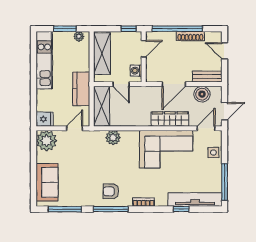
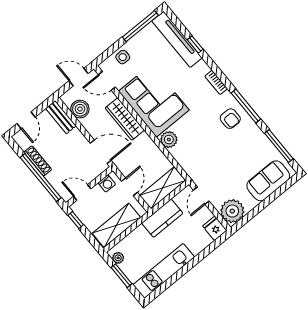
door: (174, 84) -> (101, 152), moved
door: (75, 128) -> (201, 196), hinge flipped
plant: (113, 138) -> (169, 140), moved

